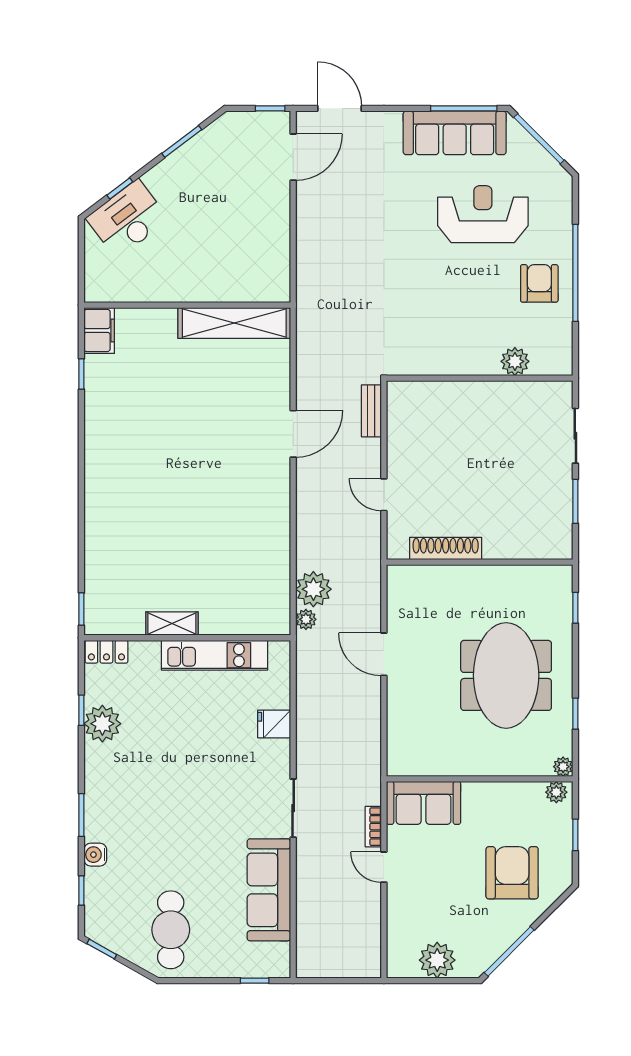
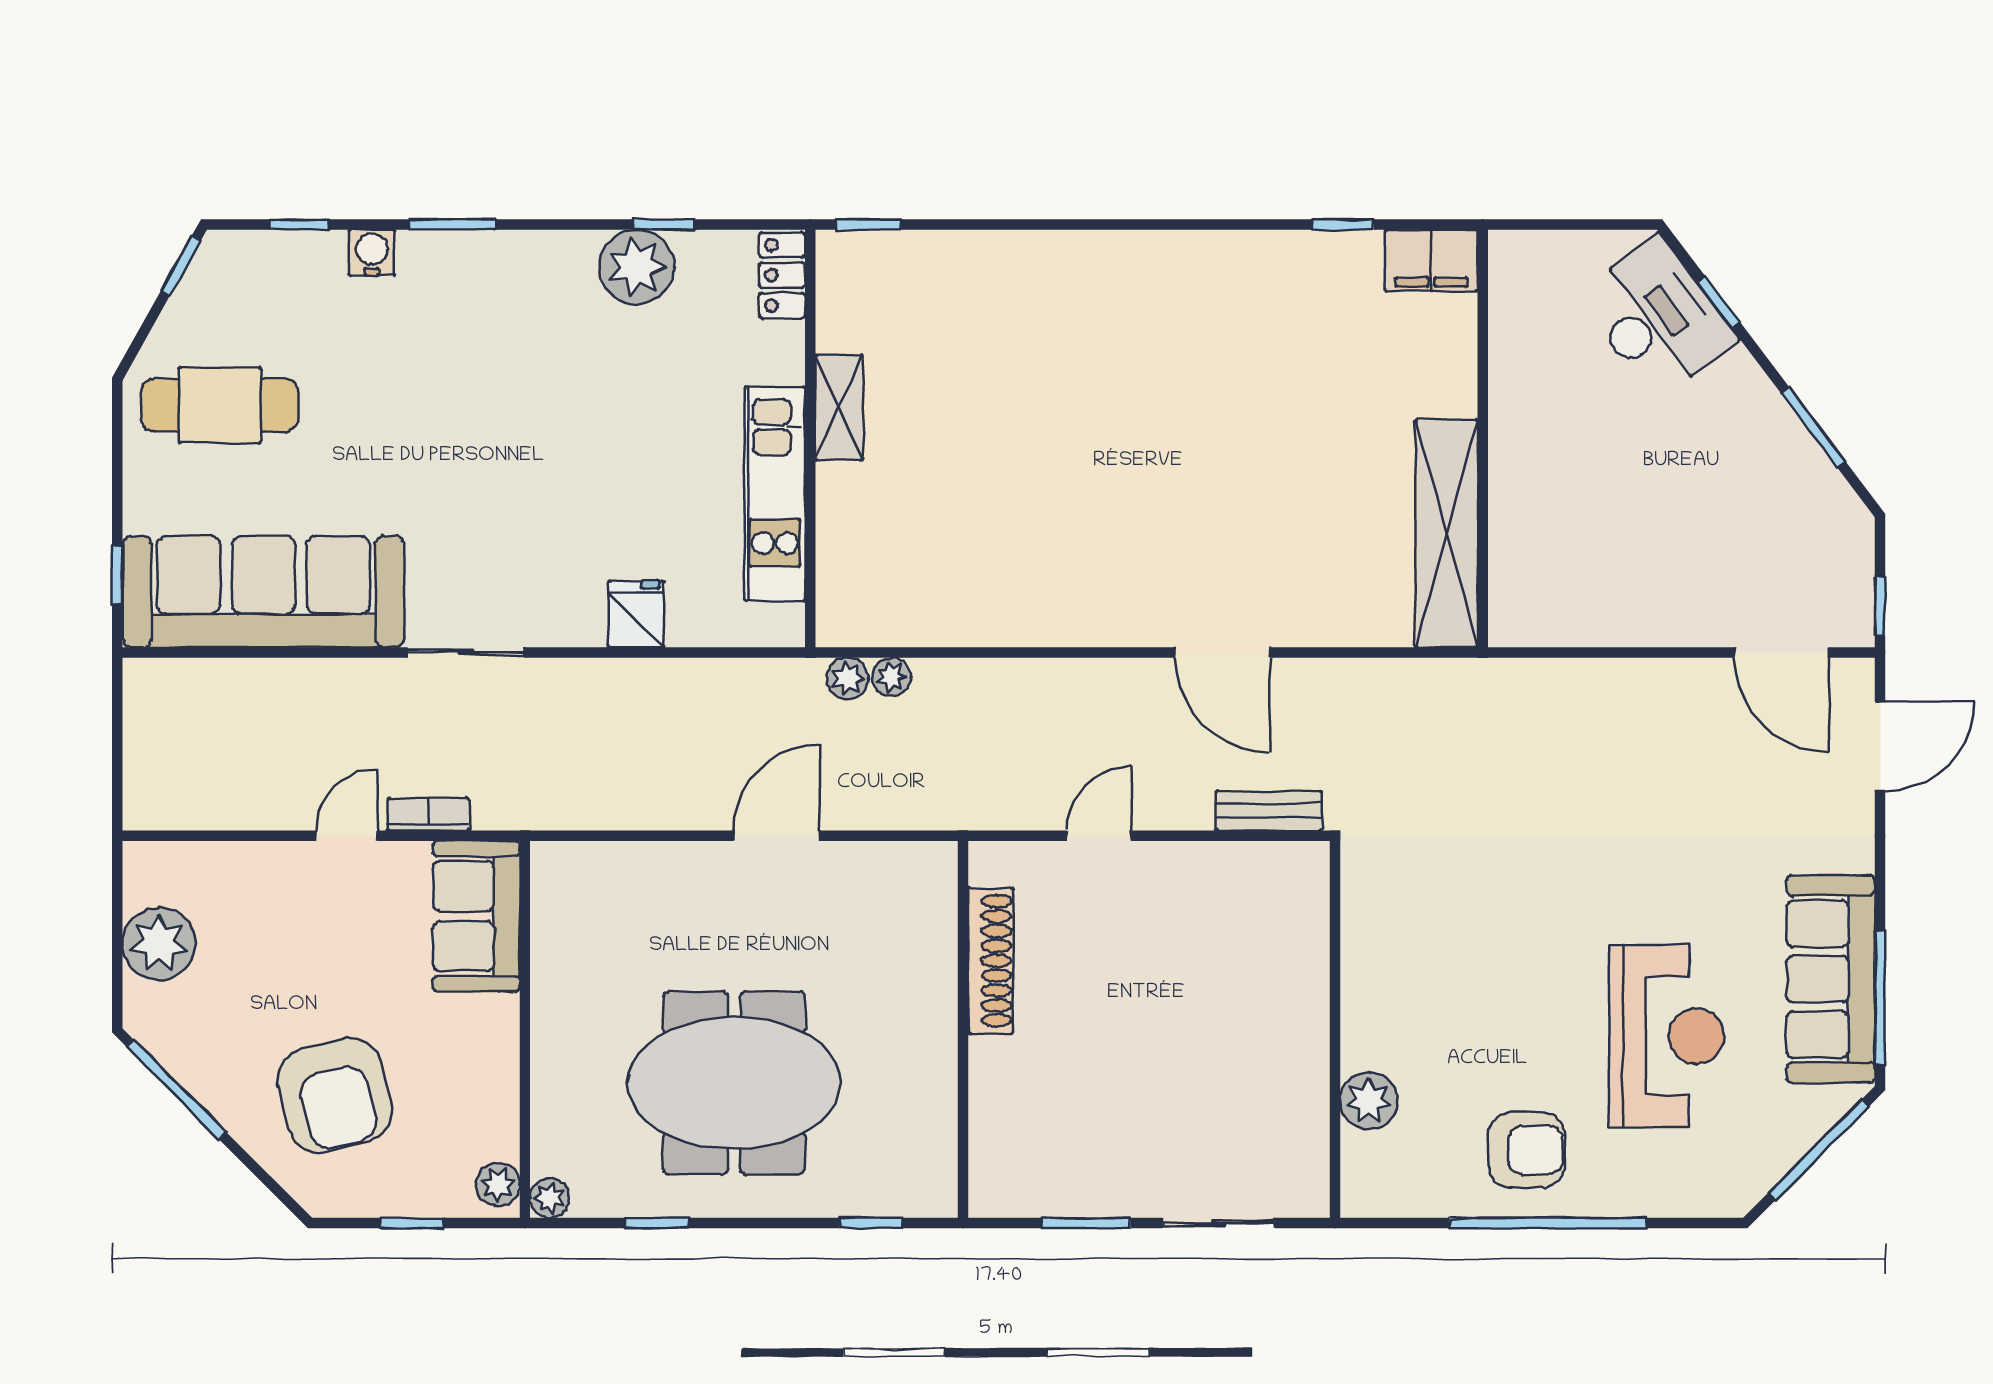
plant: (313, 589) -> (892, 677), width x0.53, depth x0.53
armchair: (512, 873) -> (335, 1095), turned 75
sofa: (269, 890) -> (263, 592), width x1.36, depth x1.27

